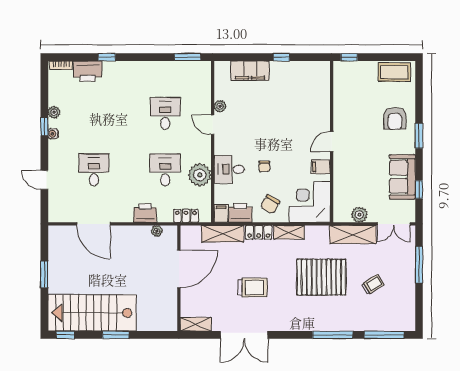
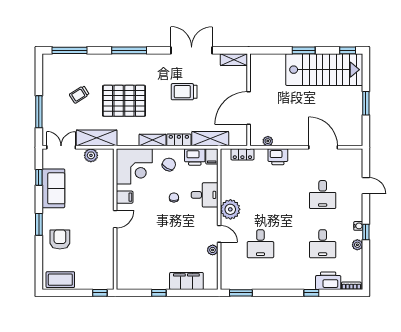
desk: (165, 170) -> (323, 244), moved
plant: (200, 175) -> (230, 209), moved
window: (333, 335) -> (129, 50), moved

